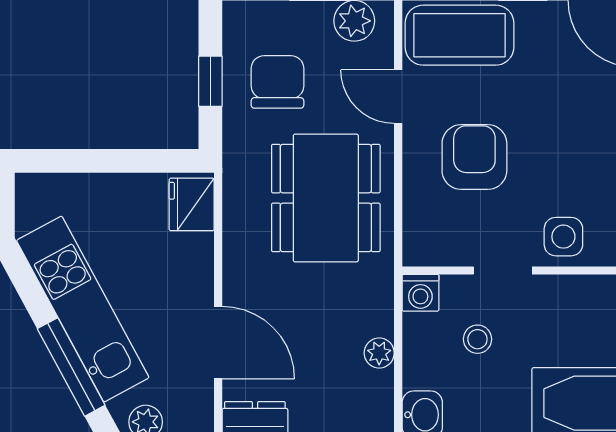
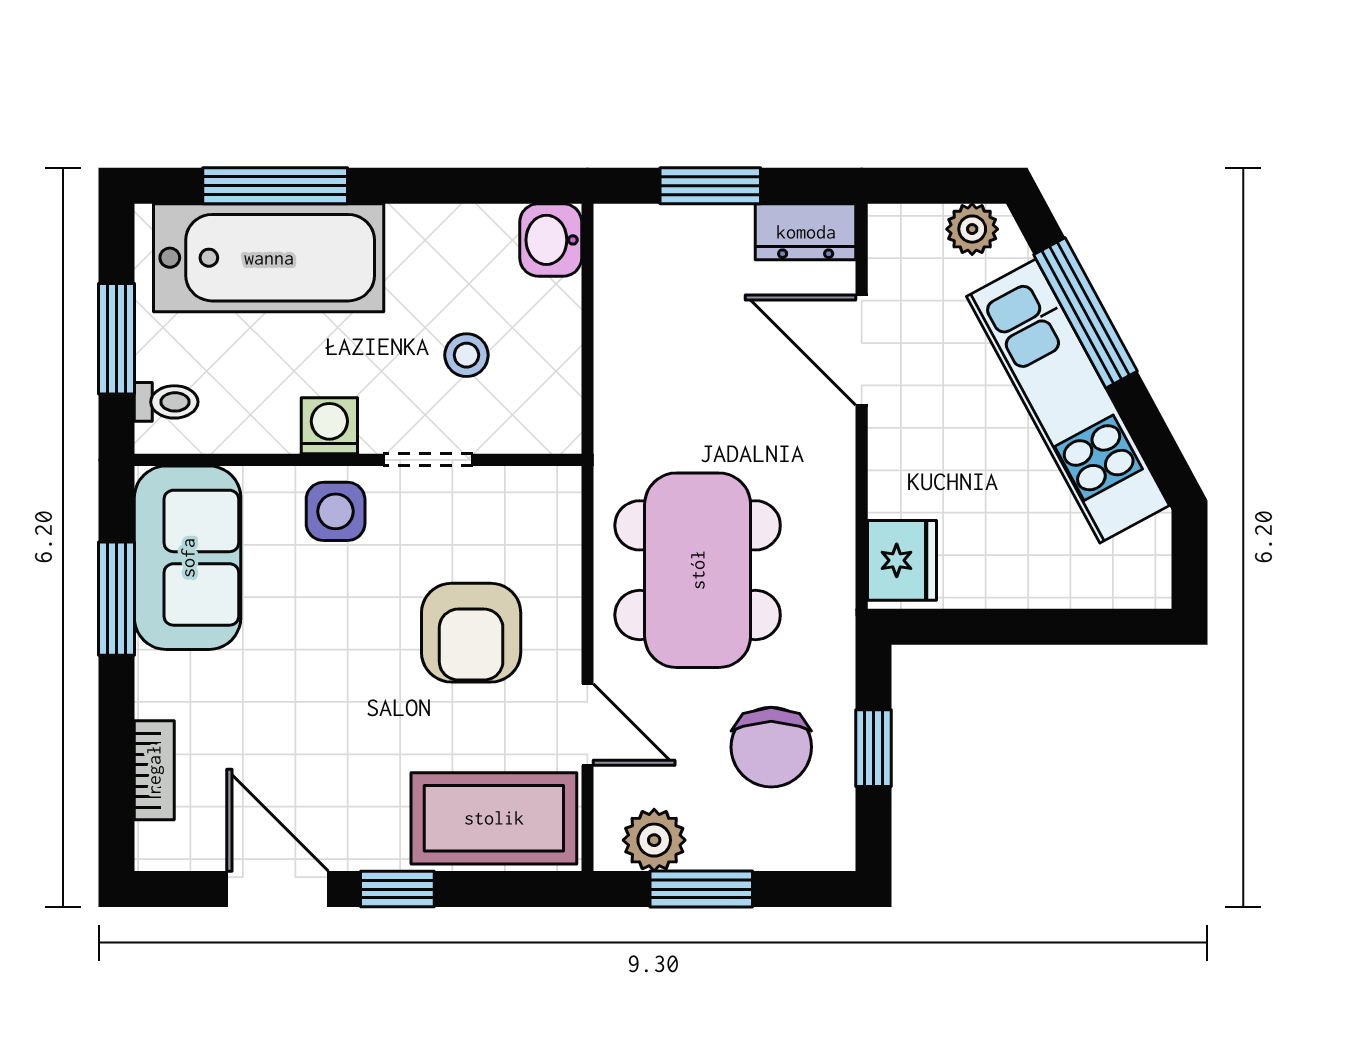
washing machine: (420, 293) -> (329, 426), moved
plant: (379, 353) -> (616, 334), removed

